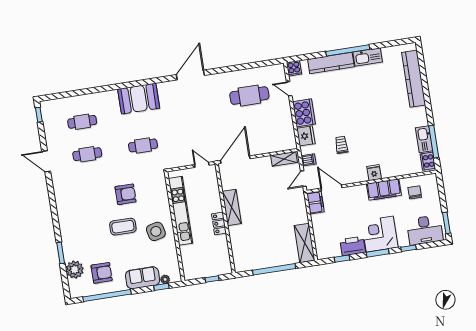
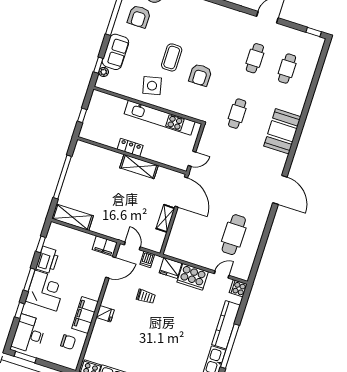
shelving: (284, 159) -> (165, 218), moved

